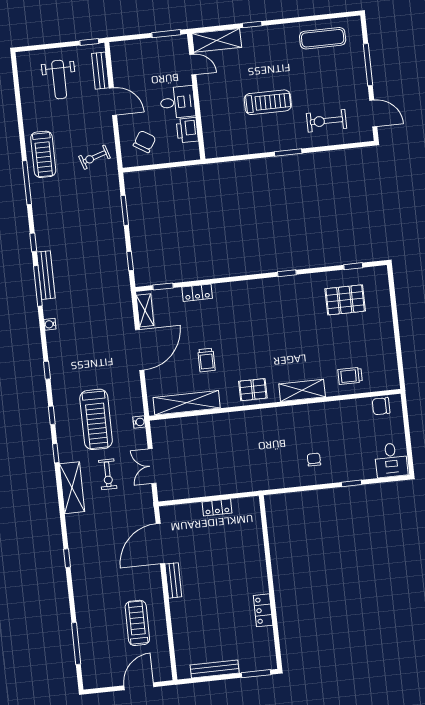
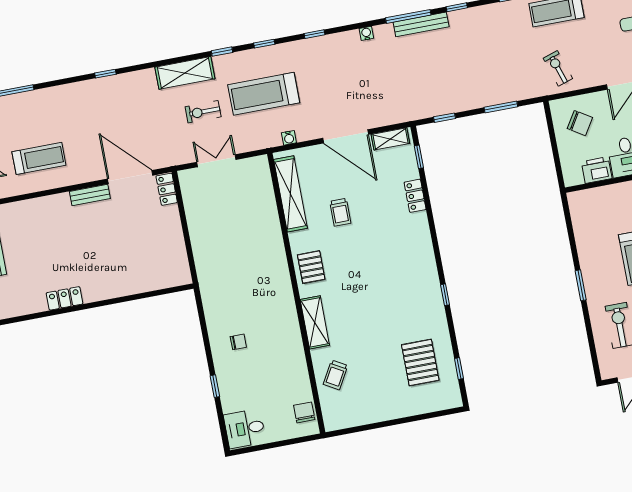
trolley: (206, 360) -> (340, 212), turned -90
trolley: (350, 376) -> (335, 375), turned -150
water cooler: (139, 422) -> (289, 138), moved
locker: (217, 507) -> (167, 189), moved

